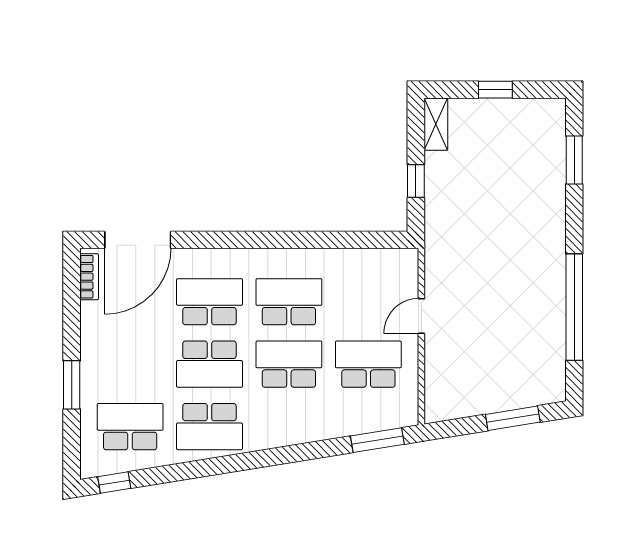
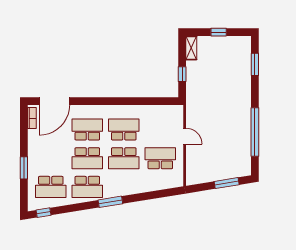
door: (421, 316) -> (185, 136), swing flipped
school desk: (289, 364) -> (124, 158), turned 180
school desk: (130, 427) -> (51, 187), turned 180
window: (377, 440) -> (110, 202), moved

